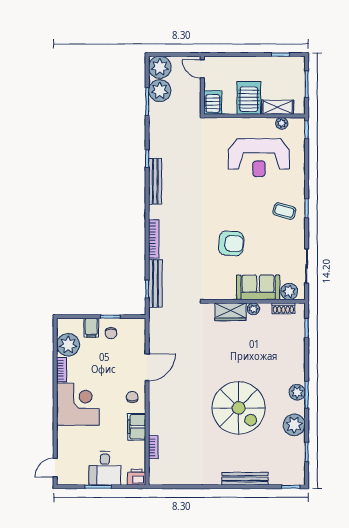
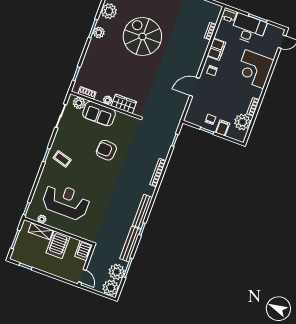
bench: (155, 283) -> (130, 244), moved
corner desk: (78, 404) -> (254, 69), moved
desk: (105, 468) -> (248, 29), width x1.37

